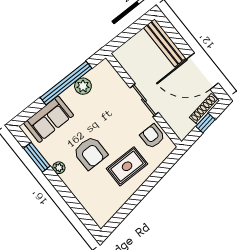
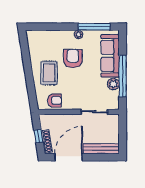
sliding door: (144, 100) -> (94, 112), moved
sofa: (49, 119) -> (110, 56), width x1.36
armchair: (90, 153) -> (73, 59), turned 90
window: (37, 157) -> (94, 27), width x1.44

